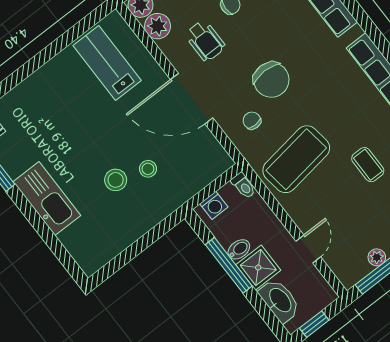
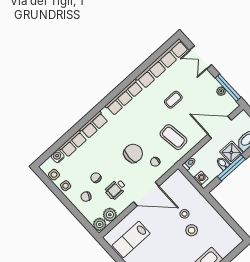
wheelchair: (205, 41) -> (116, 189), turned 180
door: (192, 99) -> (146, 194), hinge flipped
coffee table: (296, 159) -> (173, 137), width x0.73, depth x0.76
door: (308, 249) -> (220, 127), width x1.87

